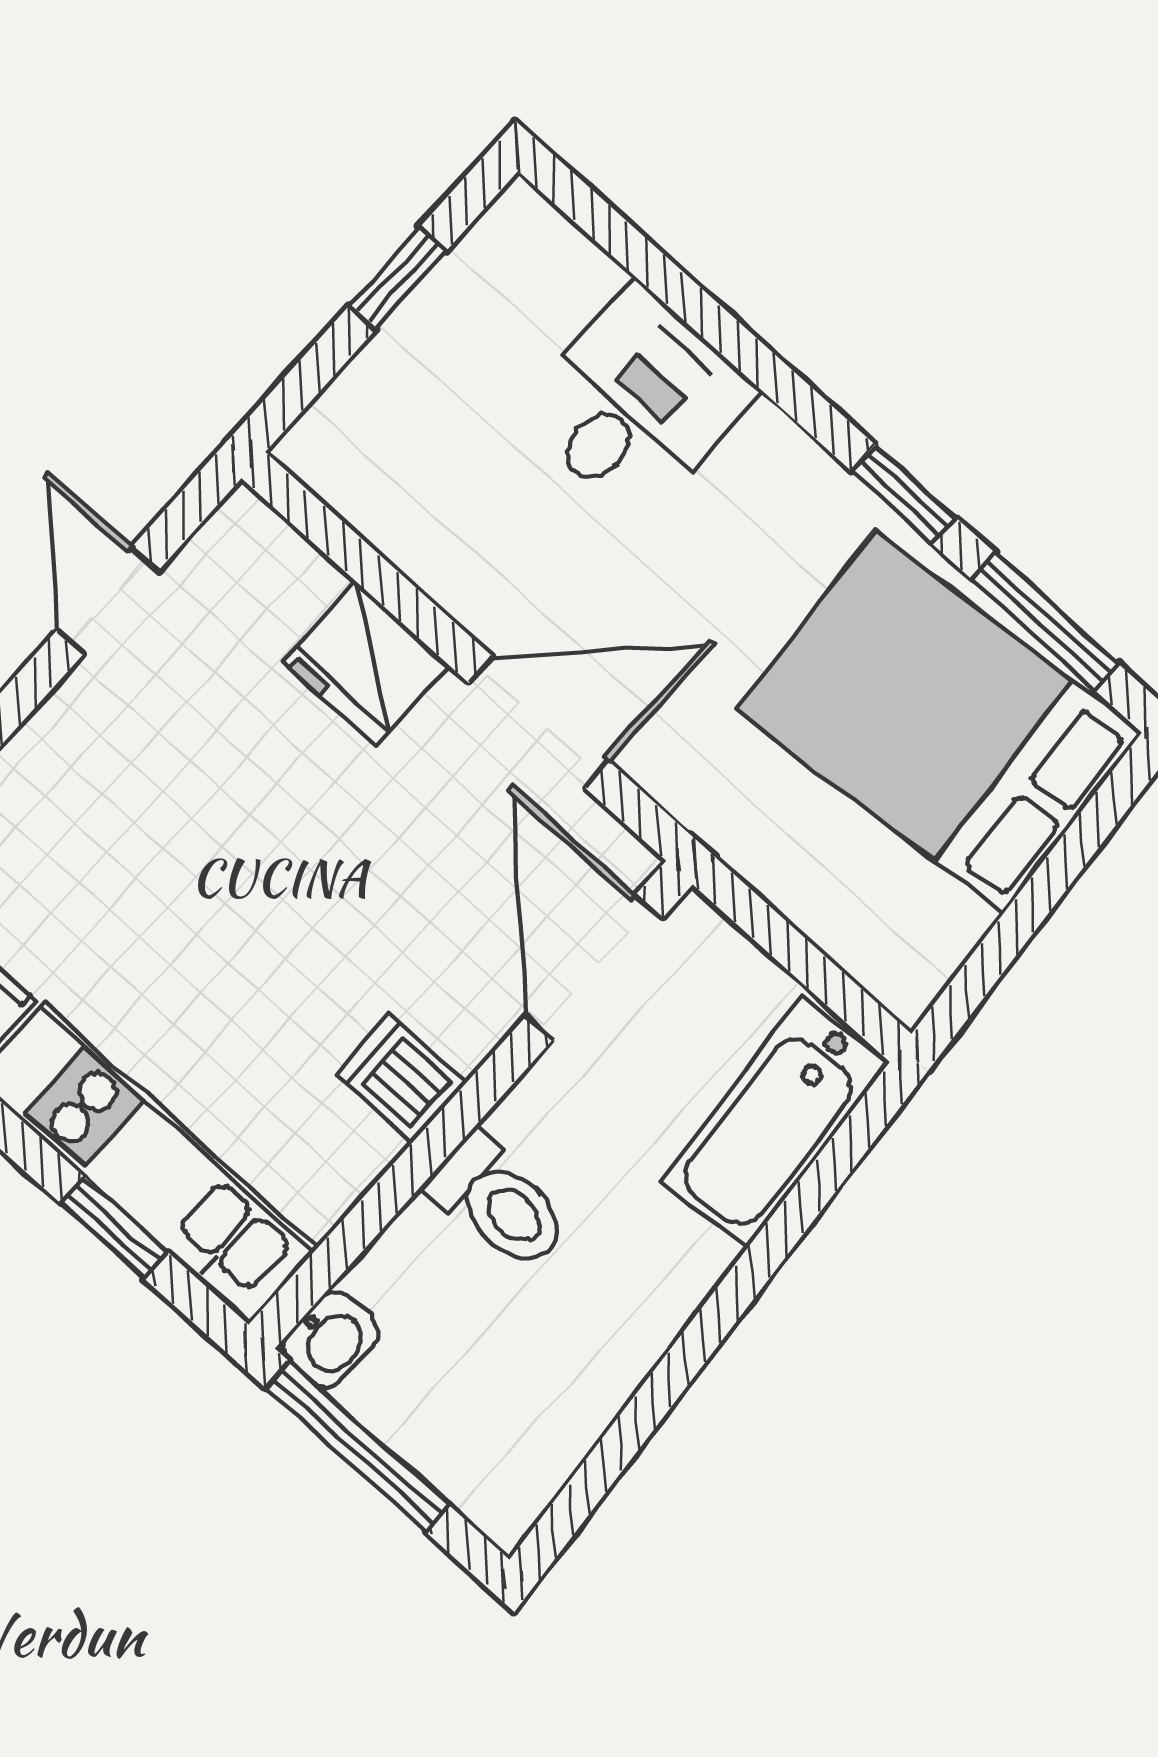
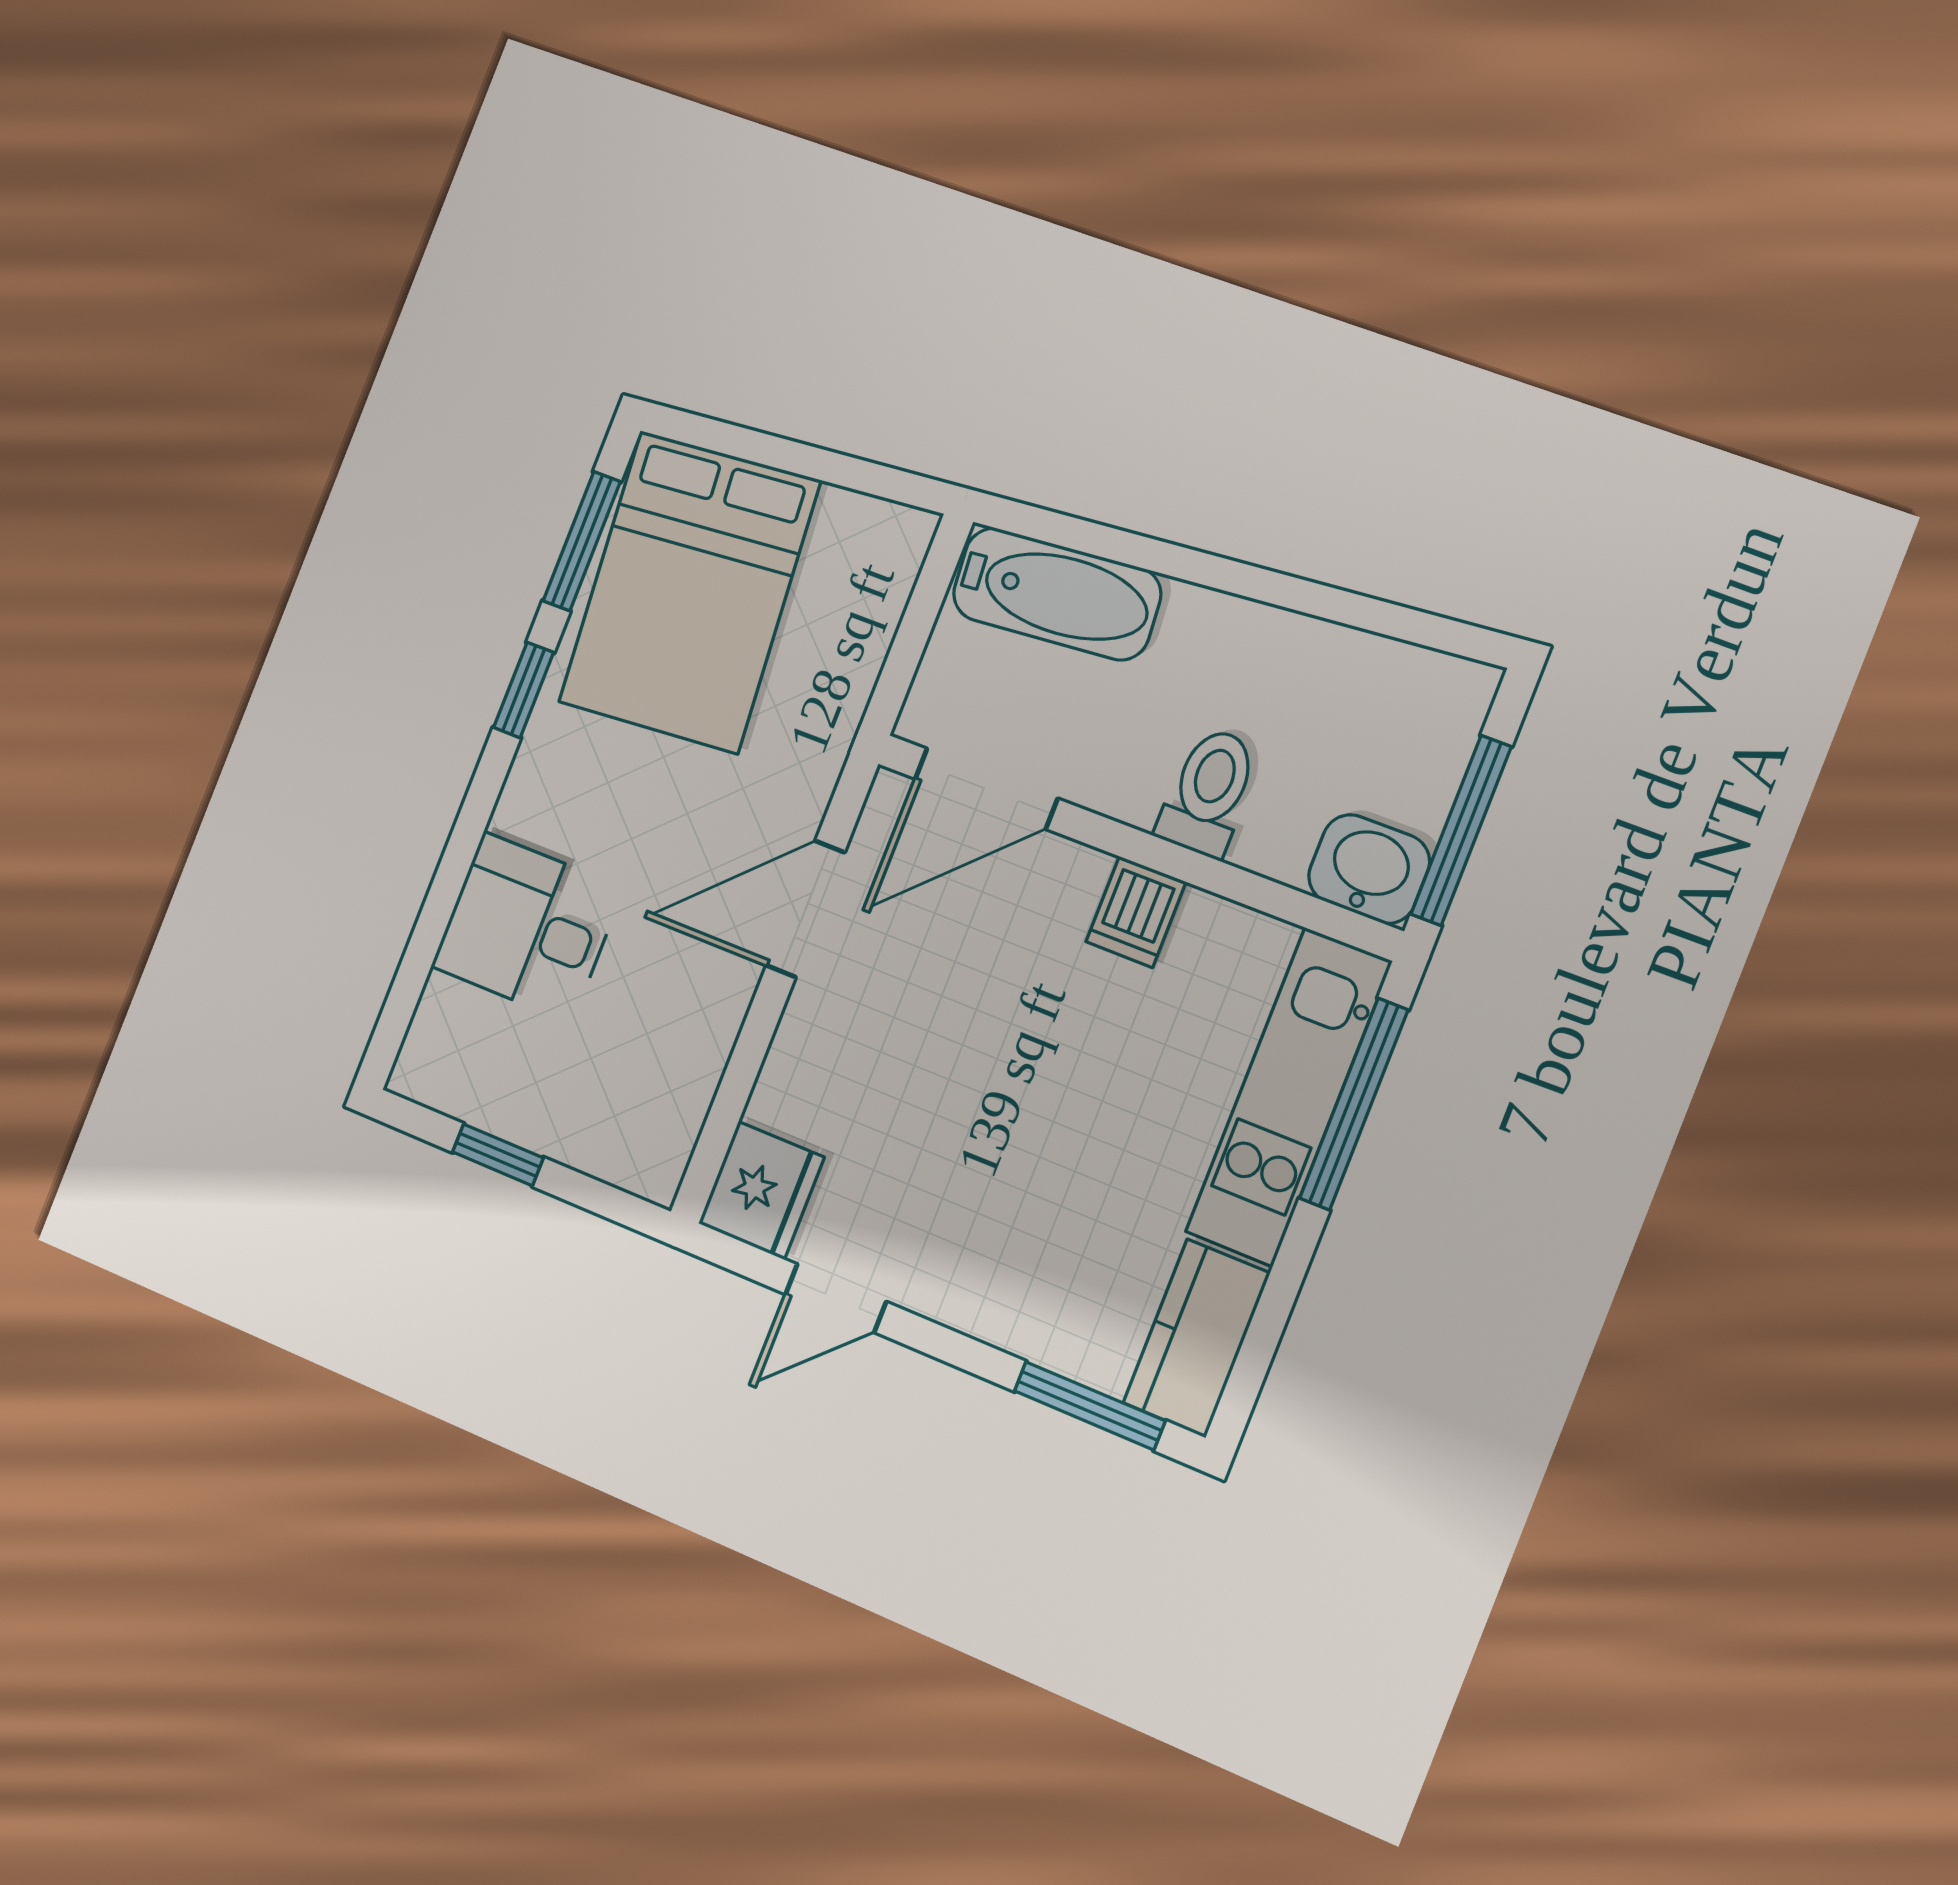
fridge: (366, 663) -> (761, 1190), moved
door: (539, 722) -> (805, 909), hinge flipped
window: (115, 1228) -> (1354, 1104), width x2.17
washbasin: (331, 1340) -> (1369, 869), width x1.38, depth x1.45

